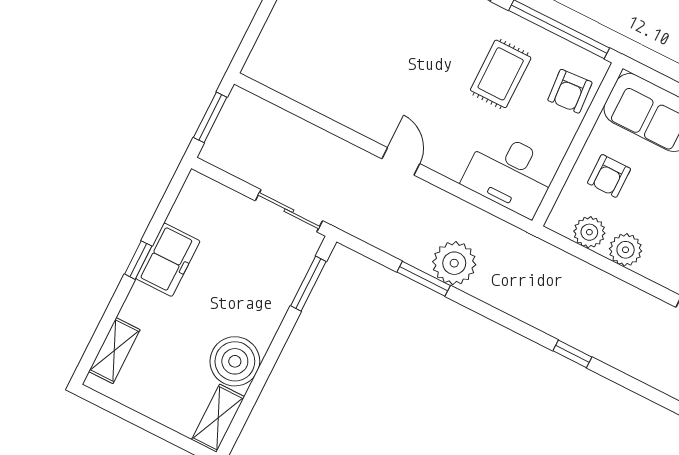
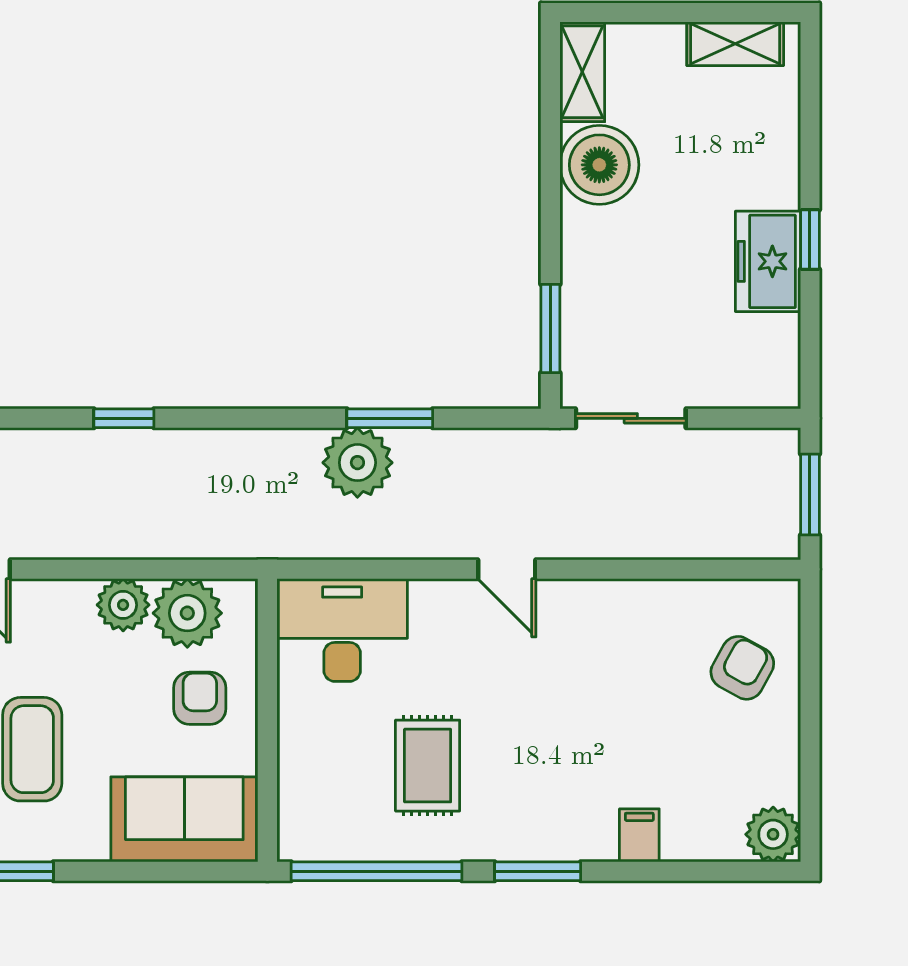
armchair: (570, 91) -> (742, 668), moved, turned 33
plant: (589, 232) -> (187, 613), width x1.36, depth x1.36
shelving: (114, 351) -> (735, 44), moved, turned 90

